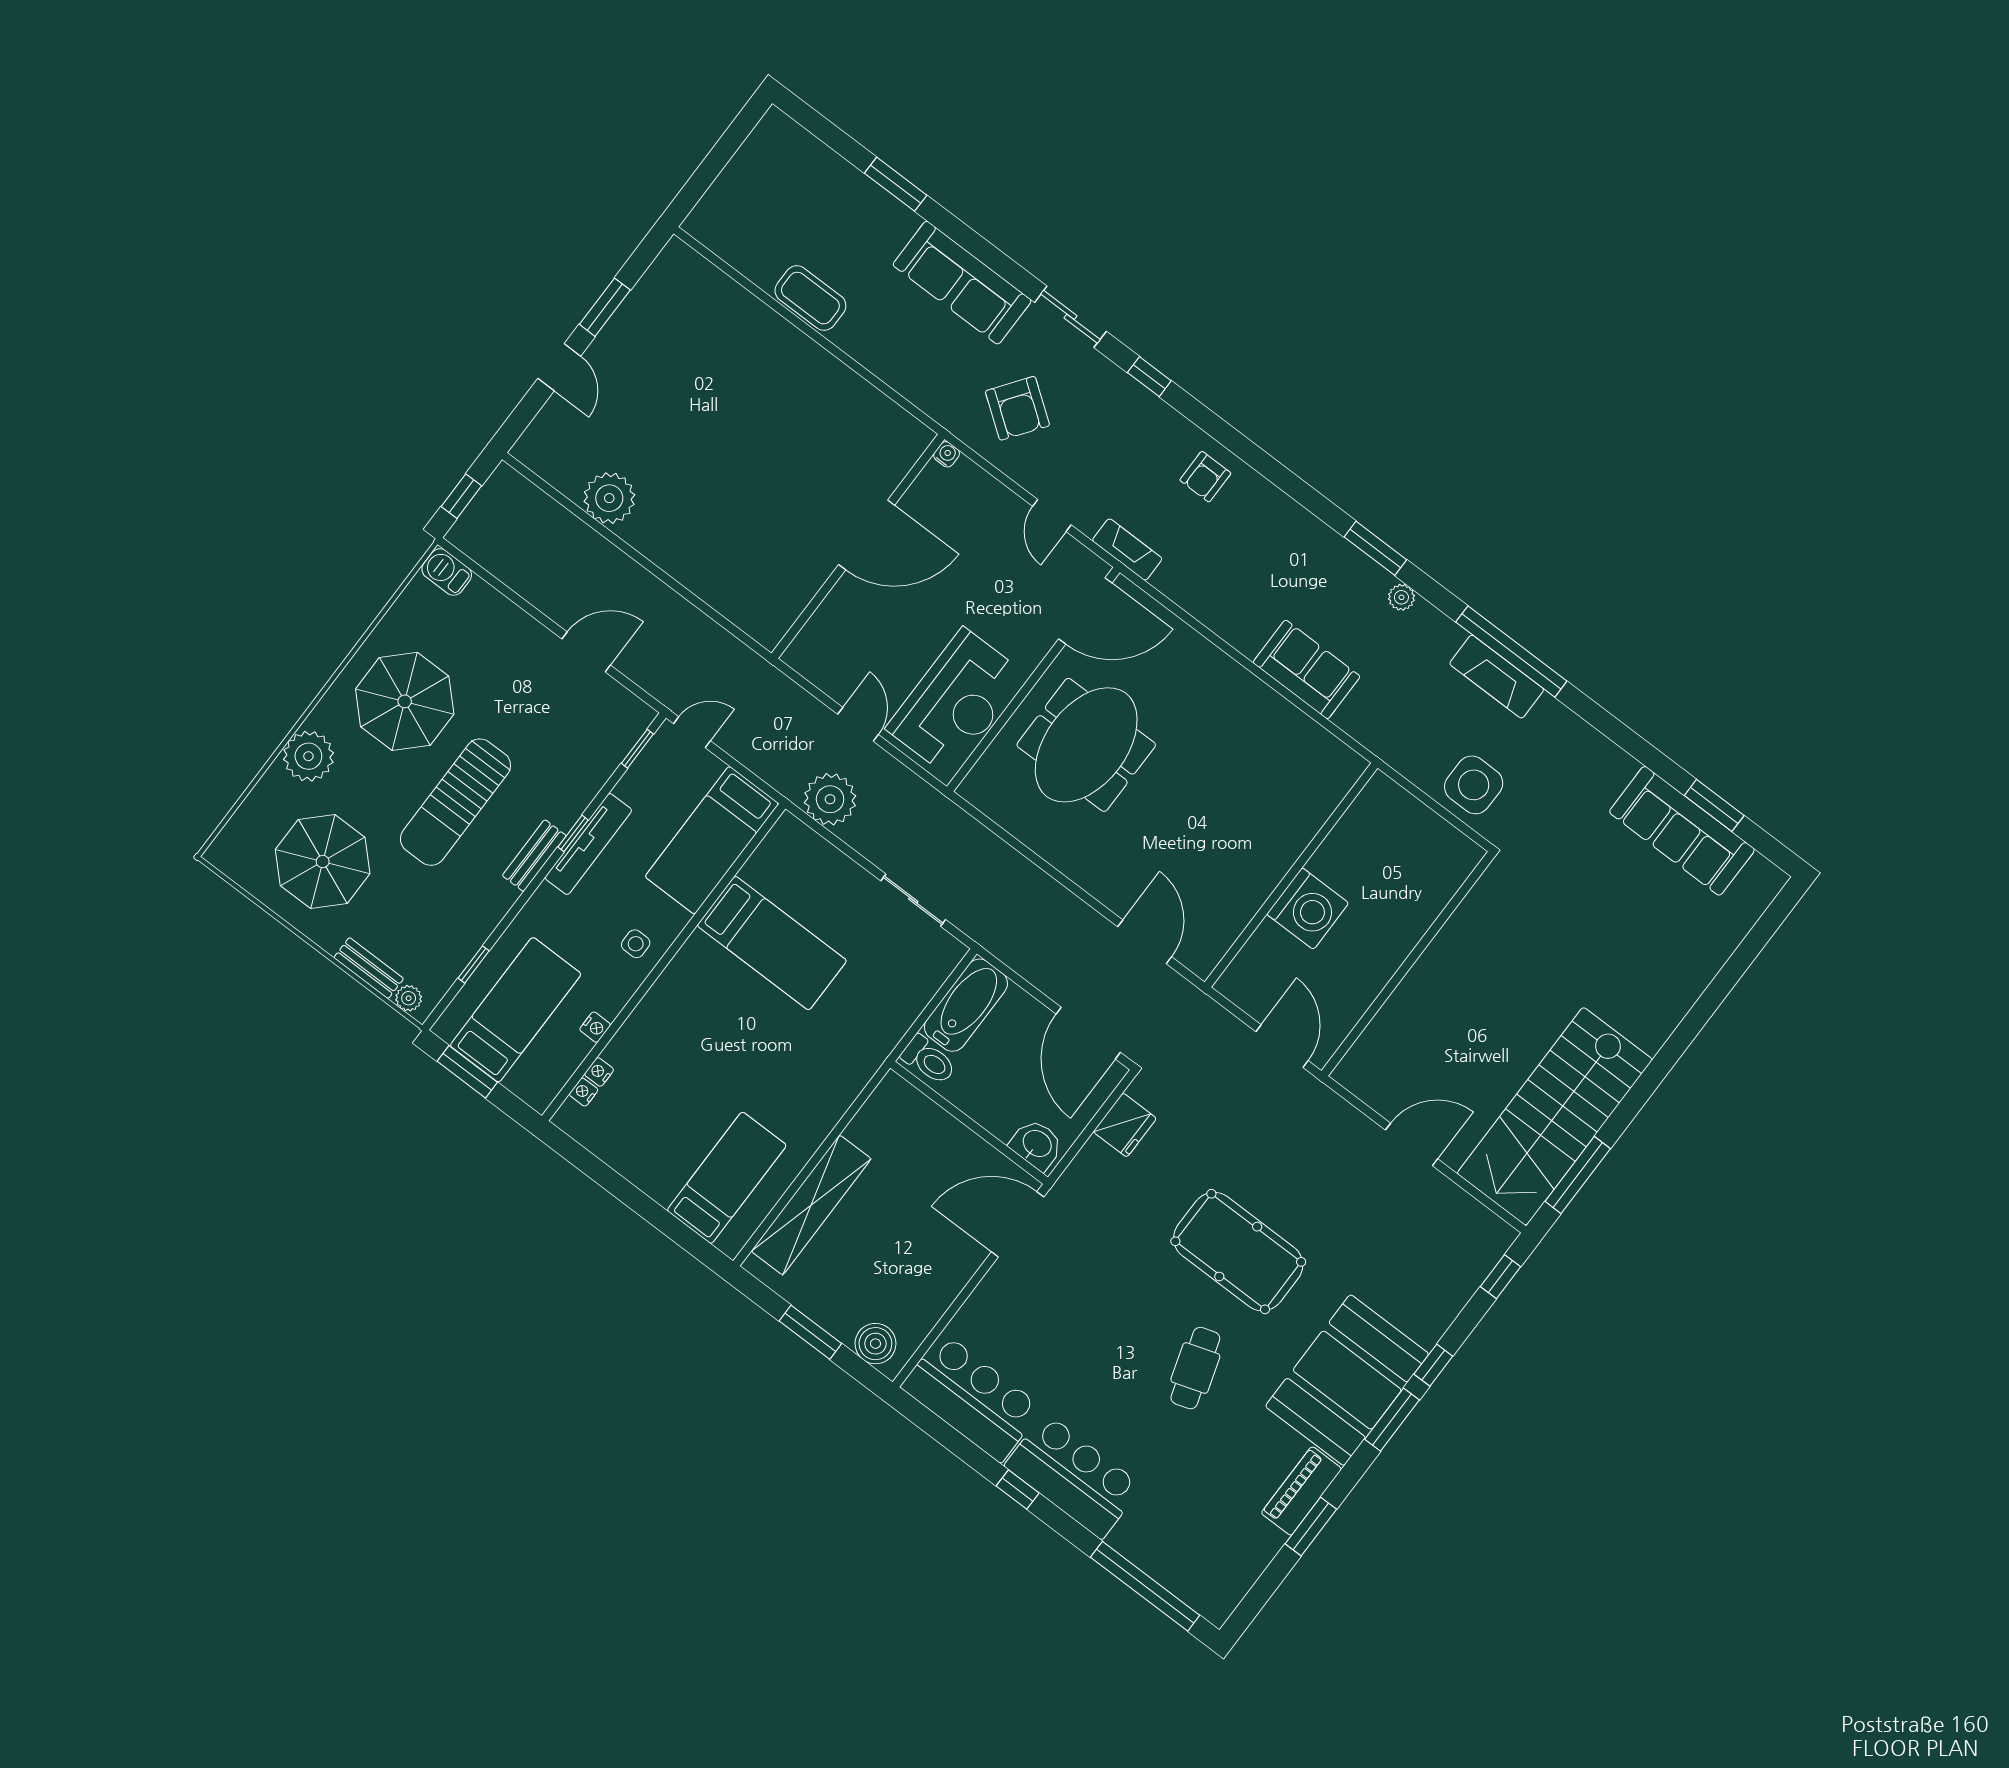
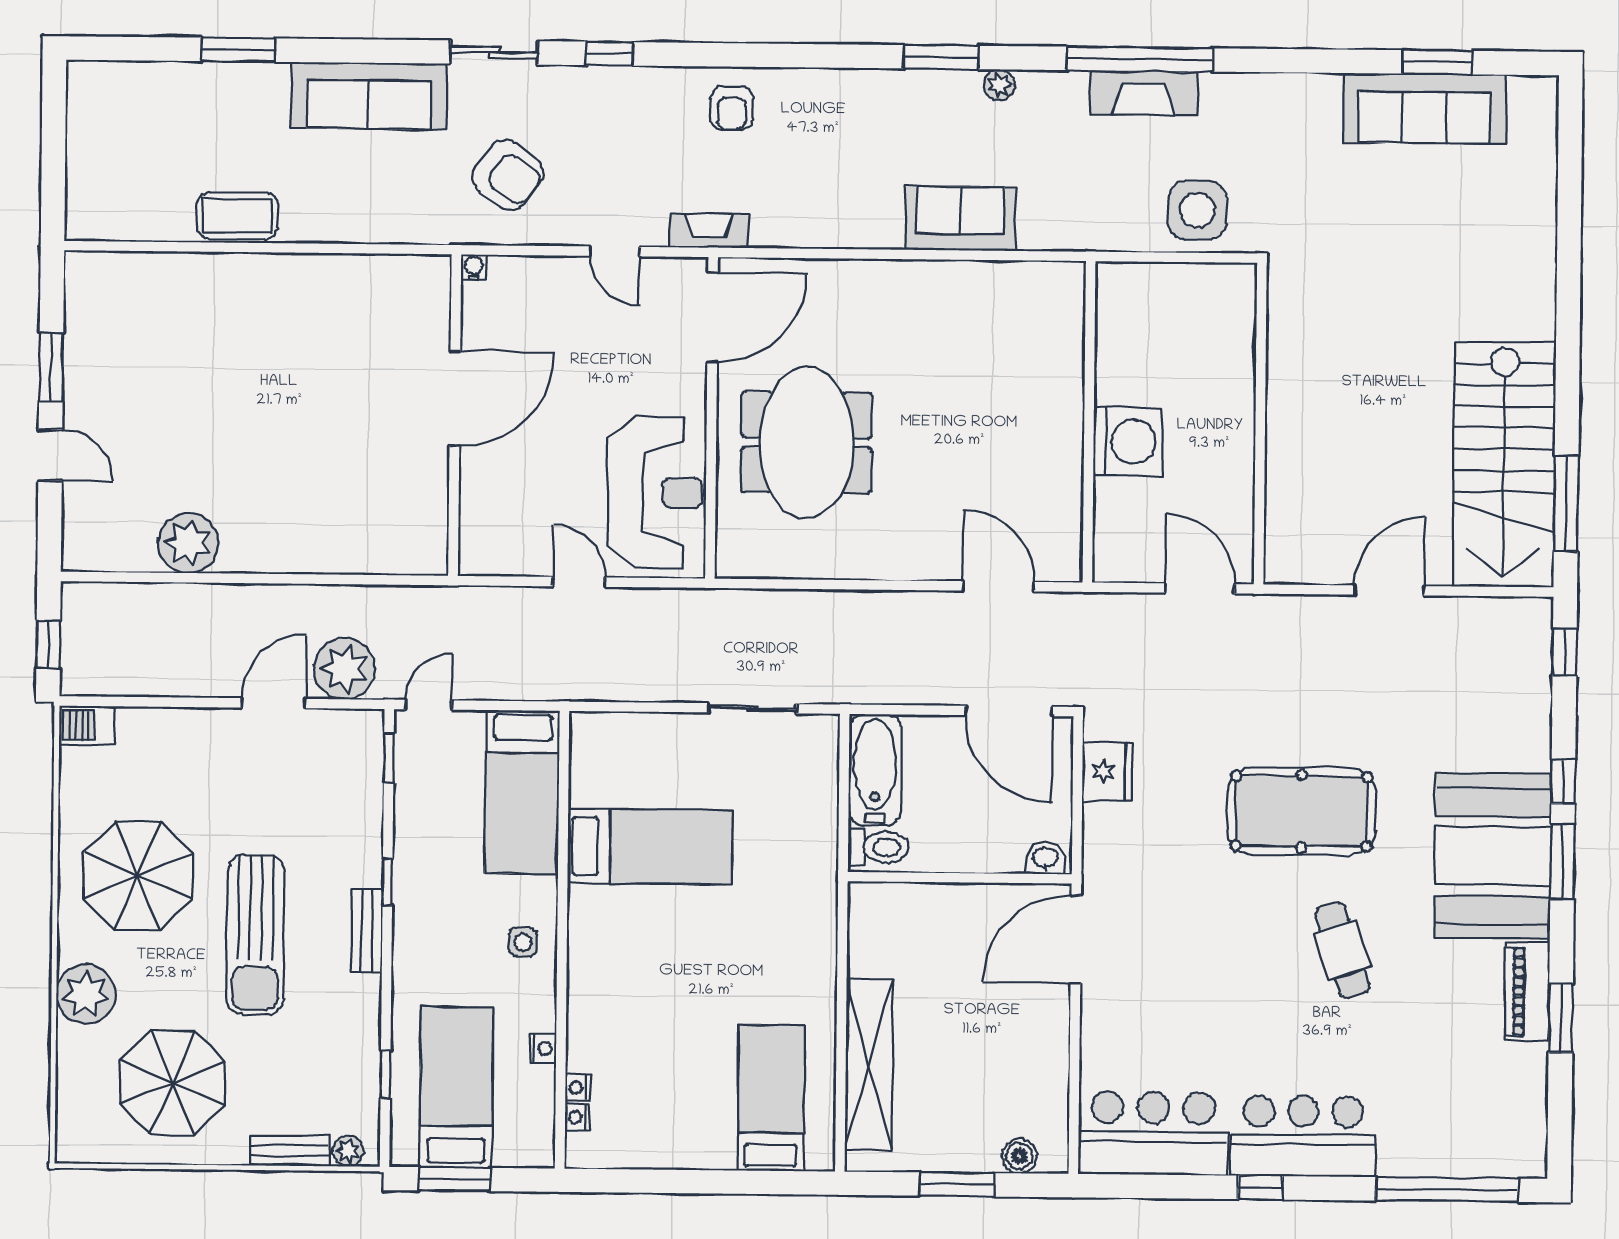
plant: (830, 799) -> (344, 669), moved
tv unit: (588, 844) -> (409, 882), removed
washbasin: (1037, 1144) -> (1045, 858), width x0.72, depth x0.69
boiler: (875, 1344) -> (1019, 1156), width x0.73, depth x0.73

